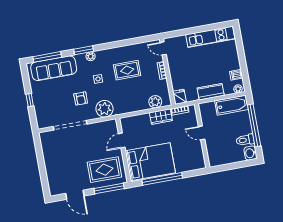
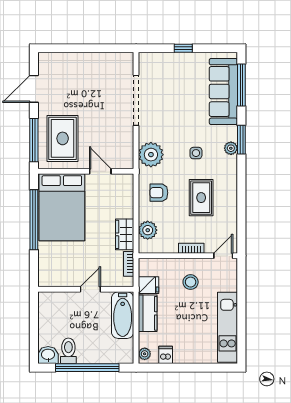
stool: (185, 67) -> (191, 282), added
fridge: (179, 97) -> (149, 285), moved
armchair: (81, 98) -> (159, 193), moved
bathtub: (232, 105) -> (123, 315), moved

